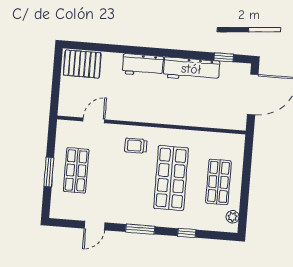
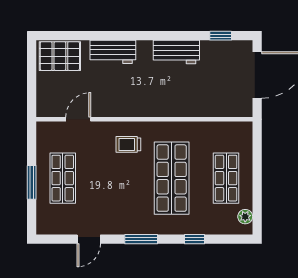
workbench: (143, 65) -> (113, 52), moved
workbench: (191, 69) -> (176, 52), width x0.73

